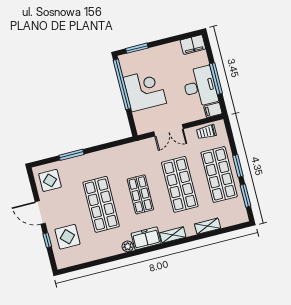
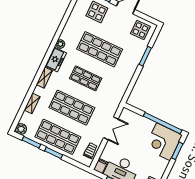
corner desk: (145, 90) -> (163, 142), moved, turned 90
double door: (168, 130) -> (111, 128), swing flipped
plant: (241, 216) -> (21, 129), added

